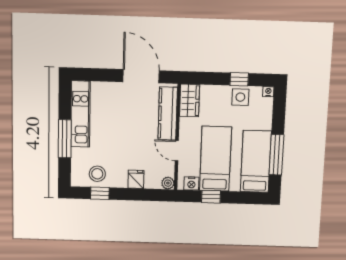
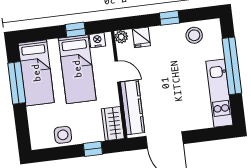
window: (239, 79) -> (93, 149), moved
nightstand: (268, 92) -> (36, 144), removed
window: (65, 139) -> (232, 66), width x1.46
fridge: (136, 179) -> (141, 37), moved
window: (100, 193) -> (169, 18), moved

